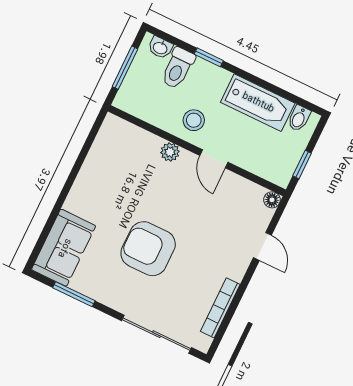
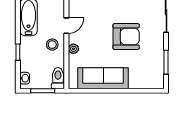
toilet: (178, 68) -> (58, 78), moved, turned -90
sofa: (64, 248) -> (103, 78), moved, width x1.36
armchair: (148, 249) -> (126, 36), turned -90

